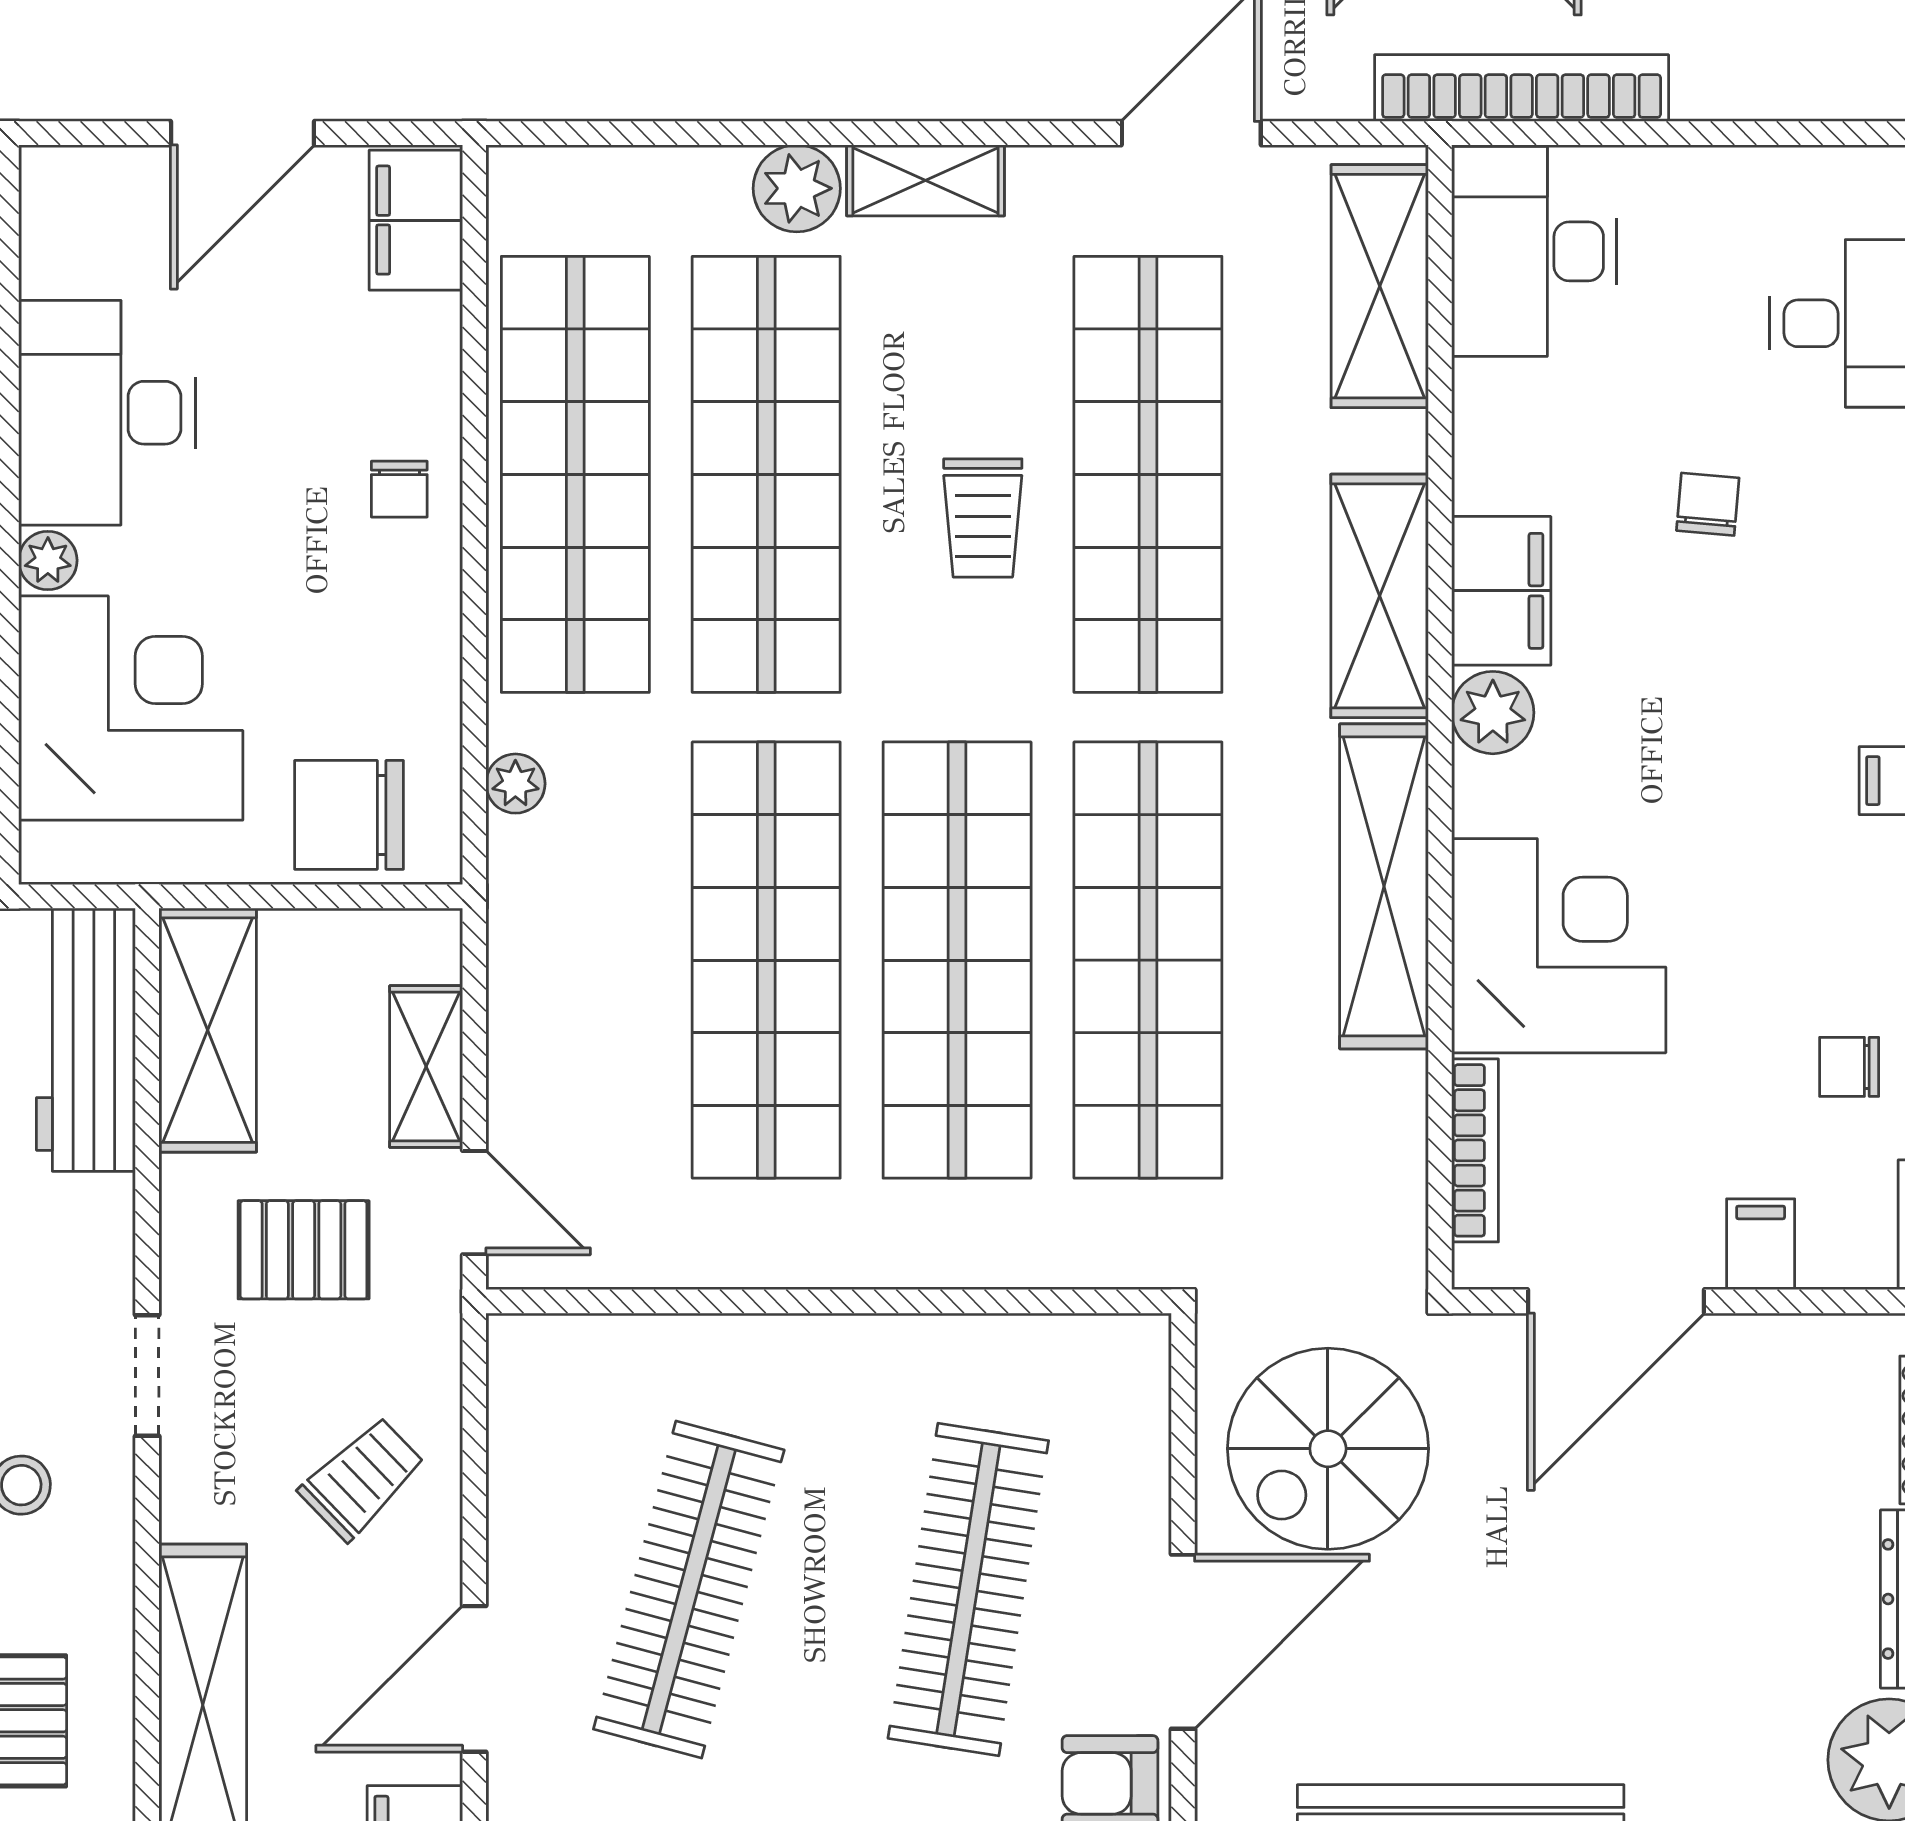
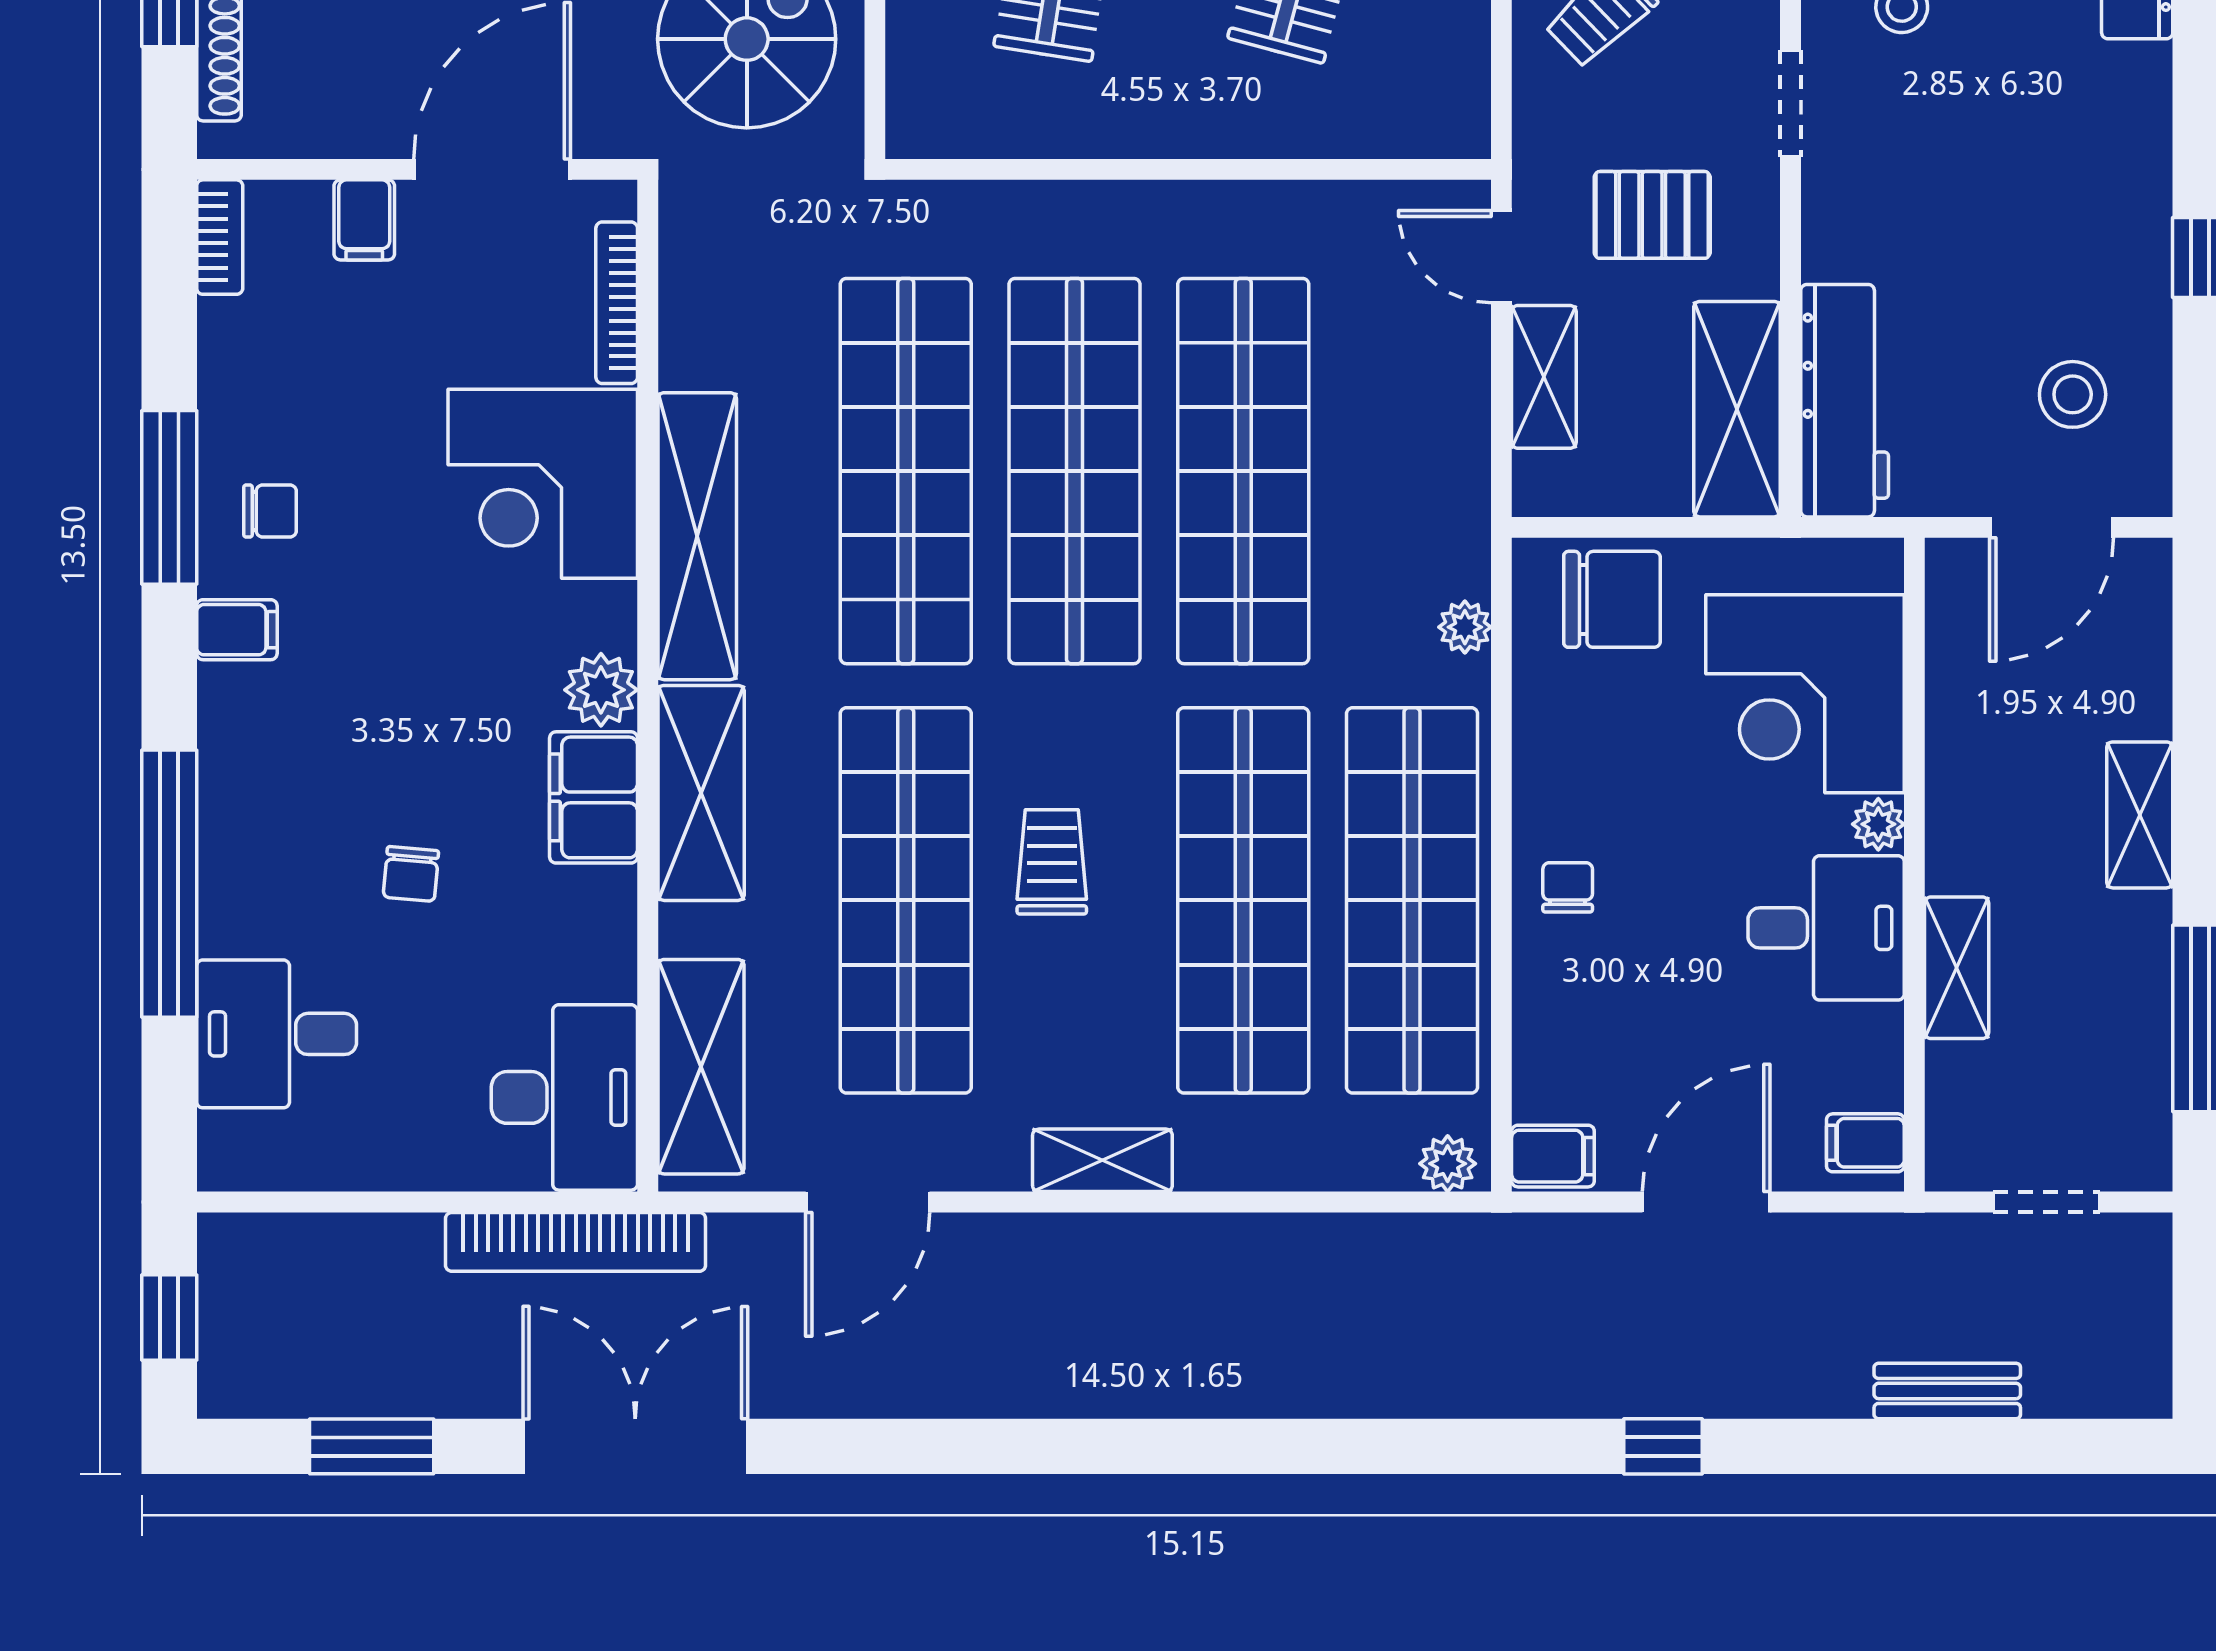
plant: (797, 188) -> (1448, 1164), moved, width x0.73, depth x0.73
filing cabinet: (62, 200) -> (1865, 1143), added
filing cabinet: (416, 220) -> (1553, 1156), width x0.50
desk: (107, 413) -> (1826, 928), width x0.73
chair: (1849, 1067) -> (270, 511), moved

